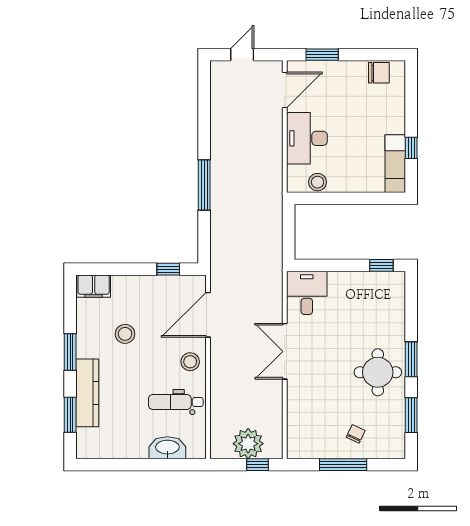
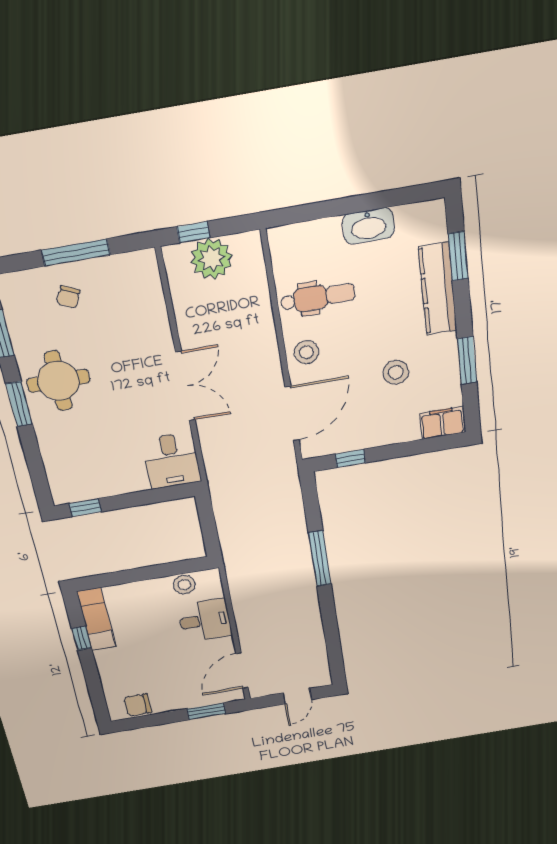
desk: (307, 138) -> (205, 620), width x0.73
window: (70, 352) -> (467, 360), moved
washbasin: (167, 448) -> (368, 226), moved

